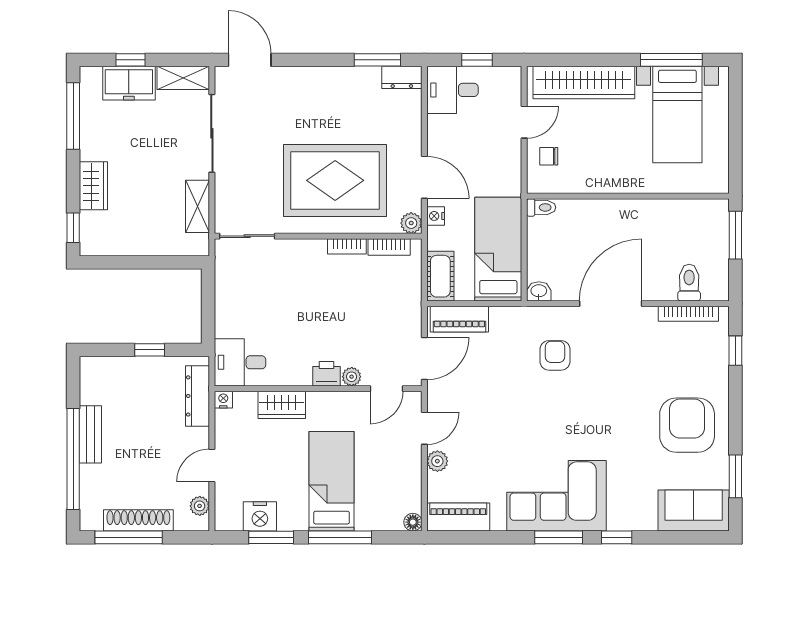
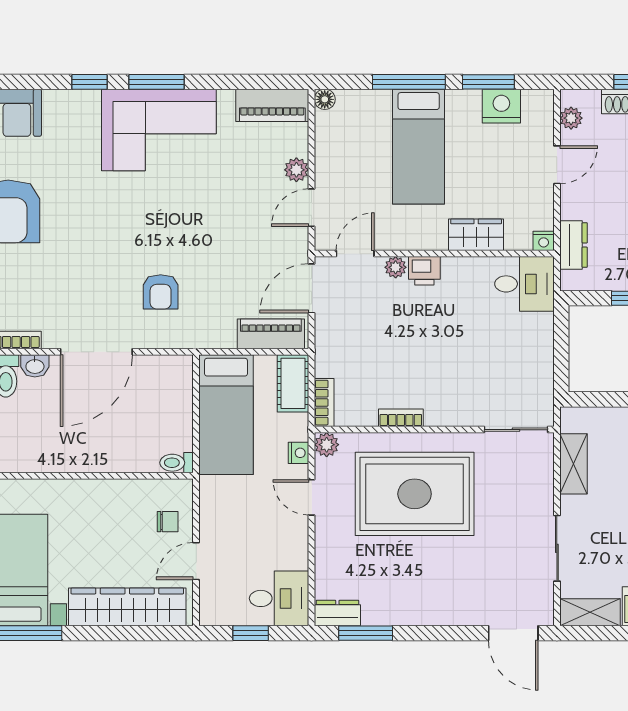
sliding door: (212, 133) -> (557, 548), width x0.73
door: (424, 177) -> (312, 497), width x0.73
bookcase: (389, 247) -> (324, 403), moved, turned 90
washbasin: (539, 291) -> (35, 366), moved
dresser: (197, 396) -> (573, 245), width x0.70

